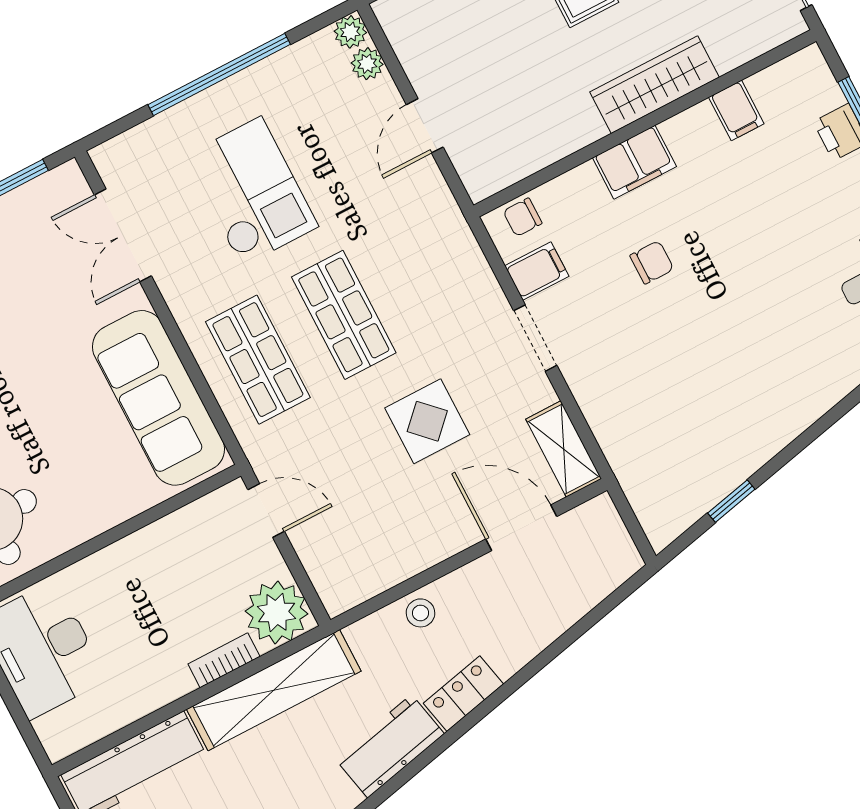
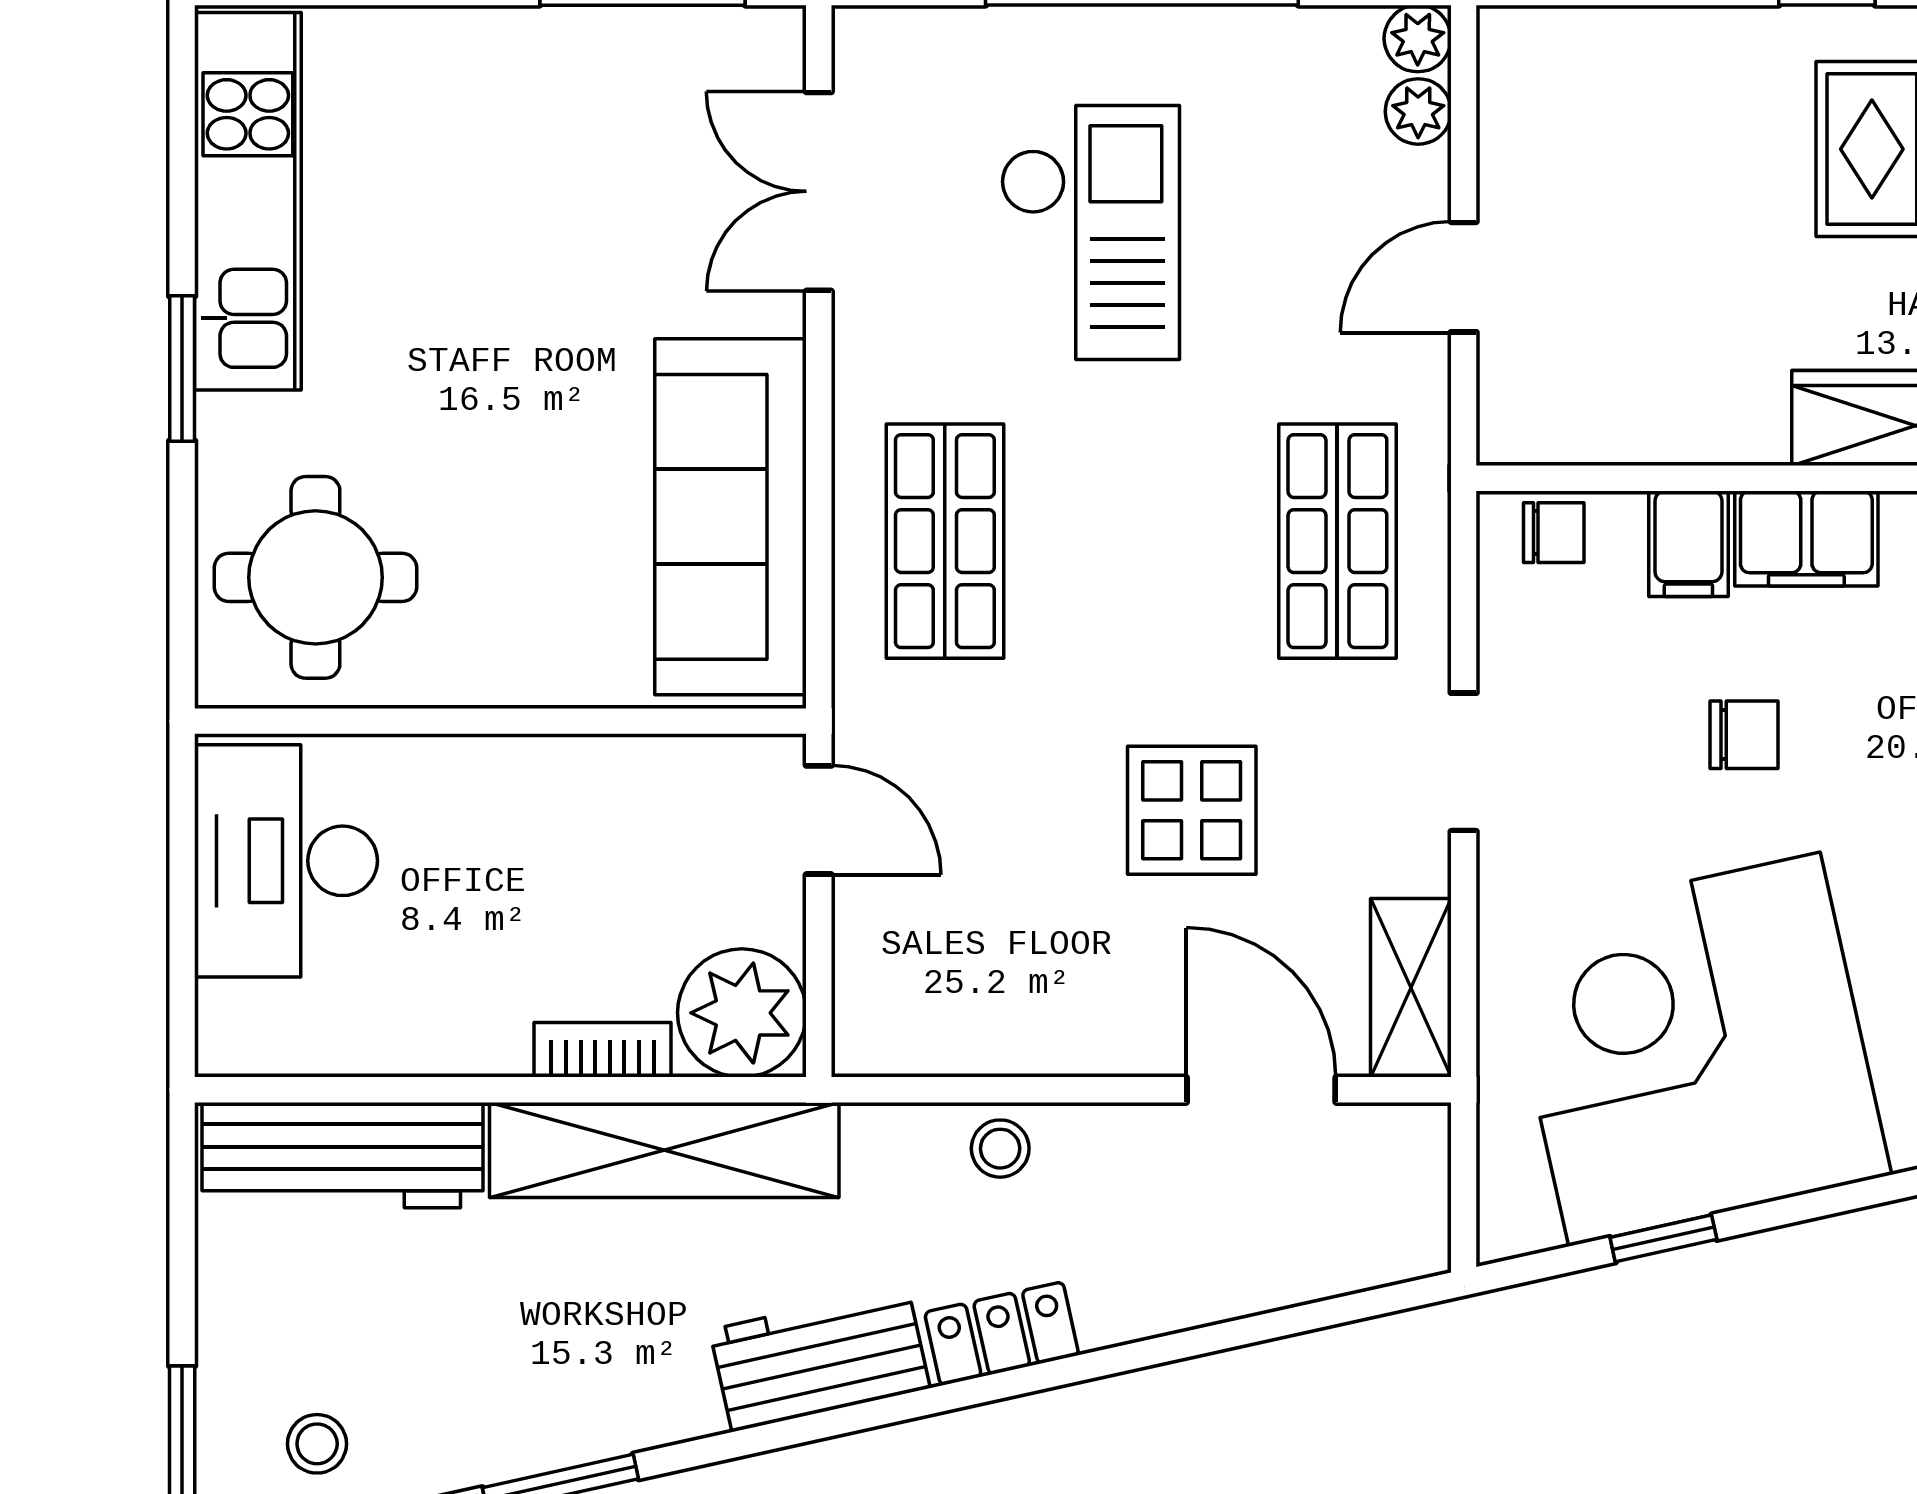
chair: (523, 217) -> (1554, 533), turned 180
filing cabinet: (537, 271) -> (1688, 544), moved, turned 90
shop shelf: (344, 315) -> (1337, 541), moved
corner desk: (702, 411) -> (1695, 1049), added

